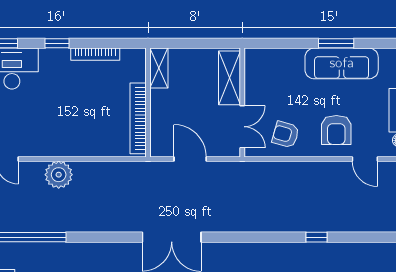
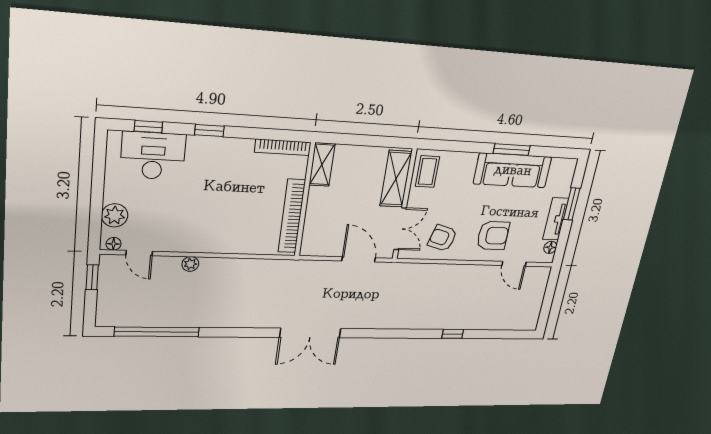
bookcase: (95, 54) -> (283, 147), moved
coffee table: (258, 69) -> (427, 171), added
armchair: (336, 130) -> (493, 236), turned -90
door: (190, 159) -> (359, 259), moved
plant: (59, 175) -> (190, 264), width x0.53, depth x0.53

